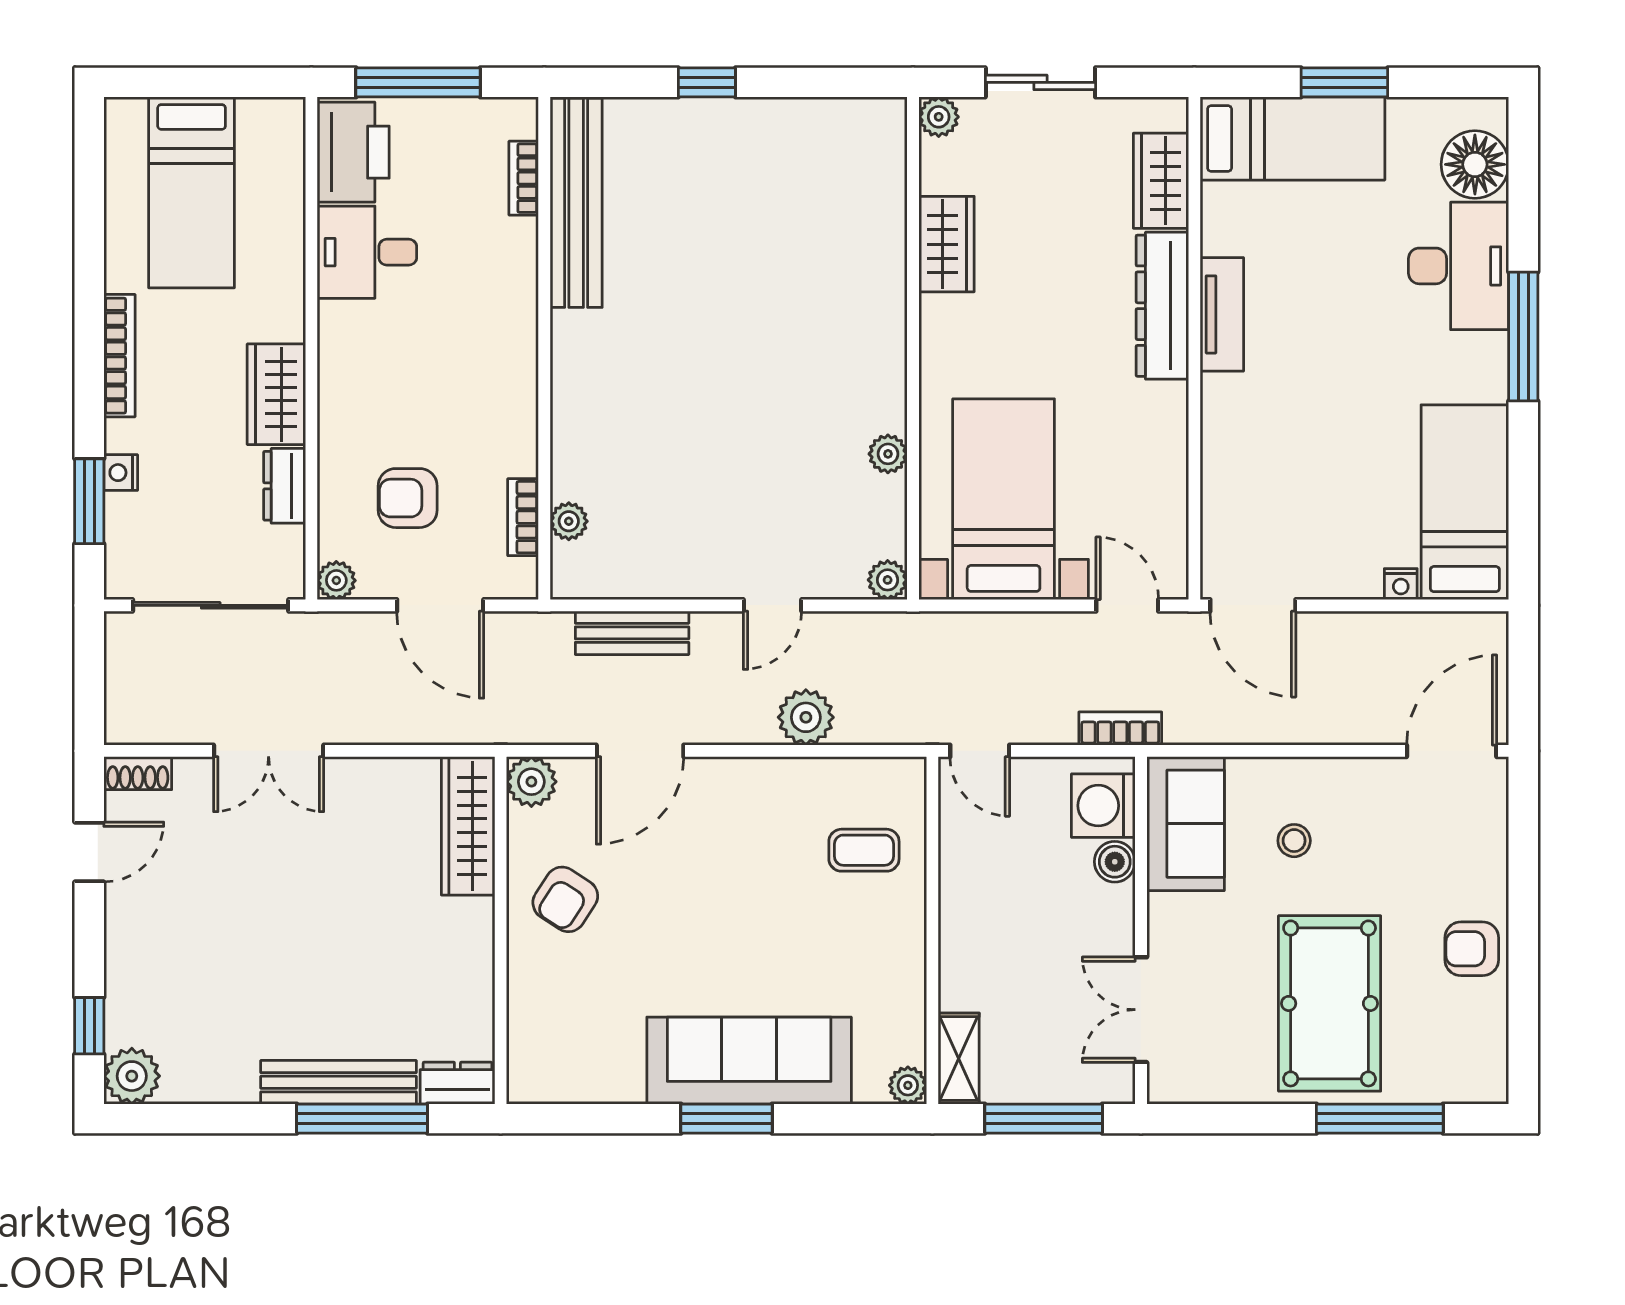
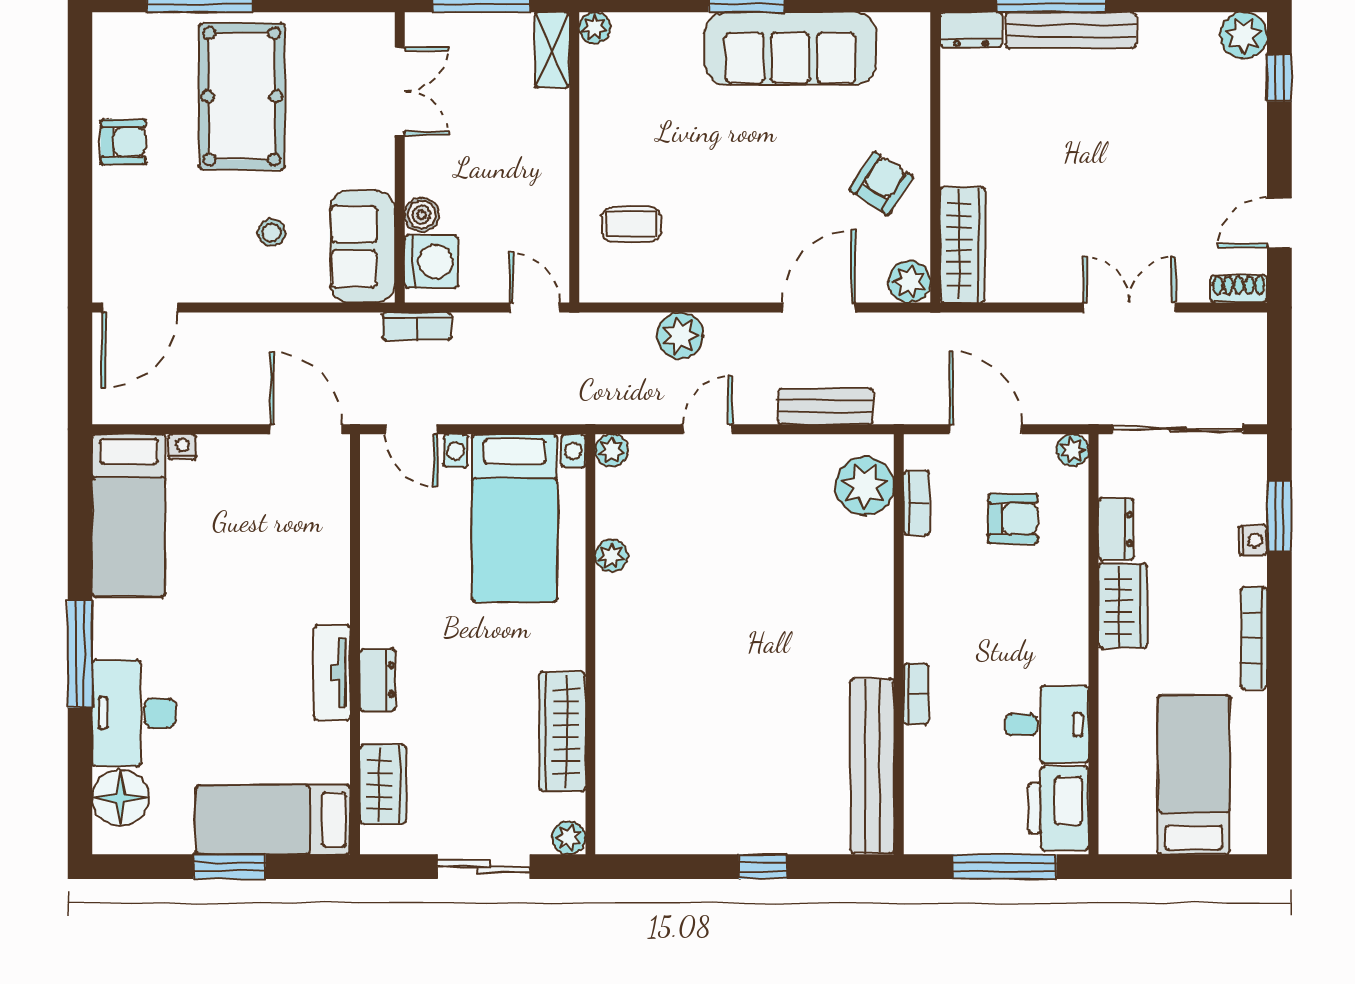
bookcase: (524, 178) -> (916, 694), moved
wardrobe: (946, 244) -> (562, 731), width x1.50
dresser: (1162, 306) -> (378, 680), width x0.51, depth x0.80
plant: (569, 521) -> (865, 486), width x1.87, depth x1.87
sofa: (749, 1061) -> (790, 48), moved

